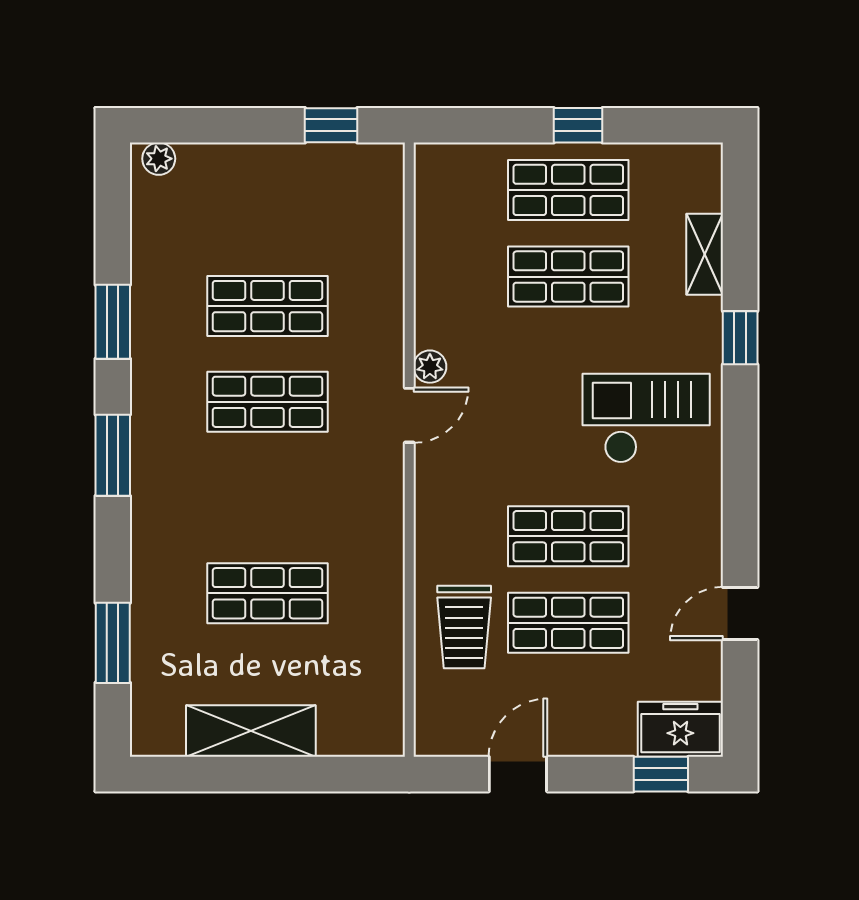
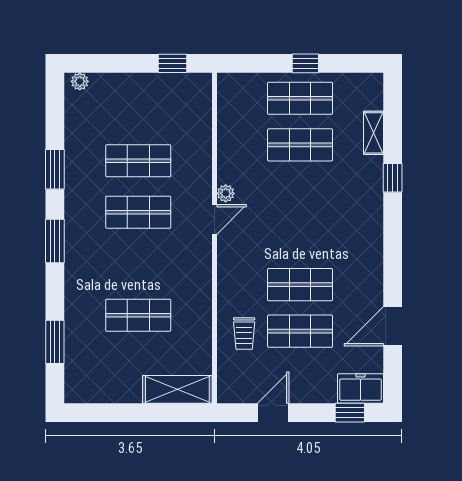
checkout: (646, 418) -> (342, 221), removed
door: (740, 613) -> (393, 326), width x1.38
trolley: (464, 627) -> (244, 333), width x0.73, depth x0.72
shelving: (251, 731) -> (177, 389), moved

